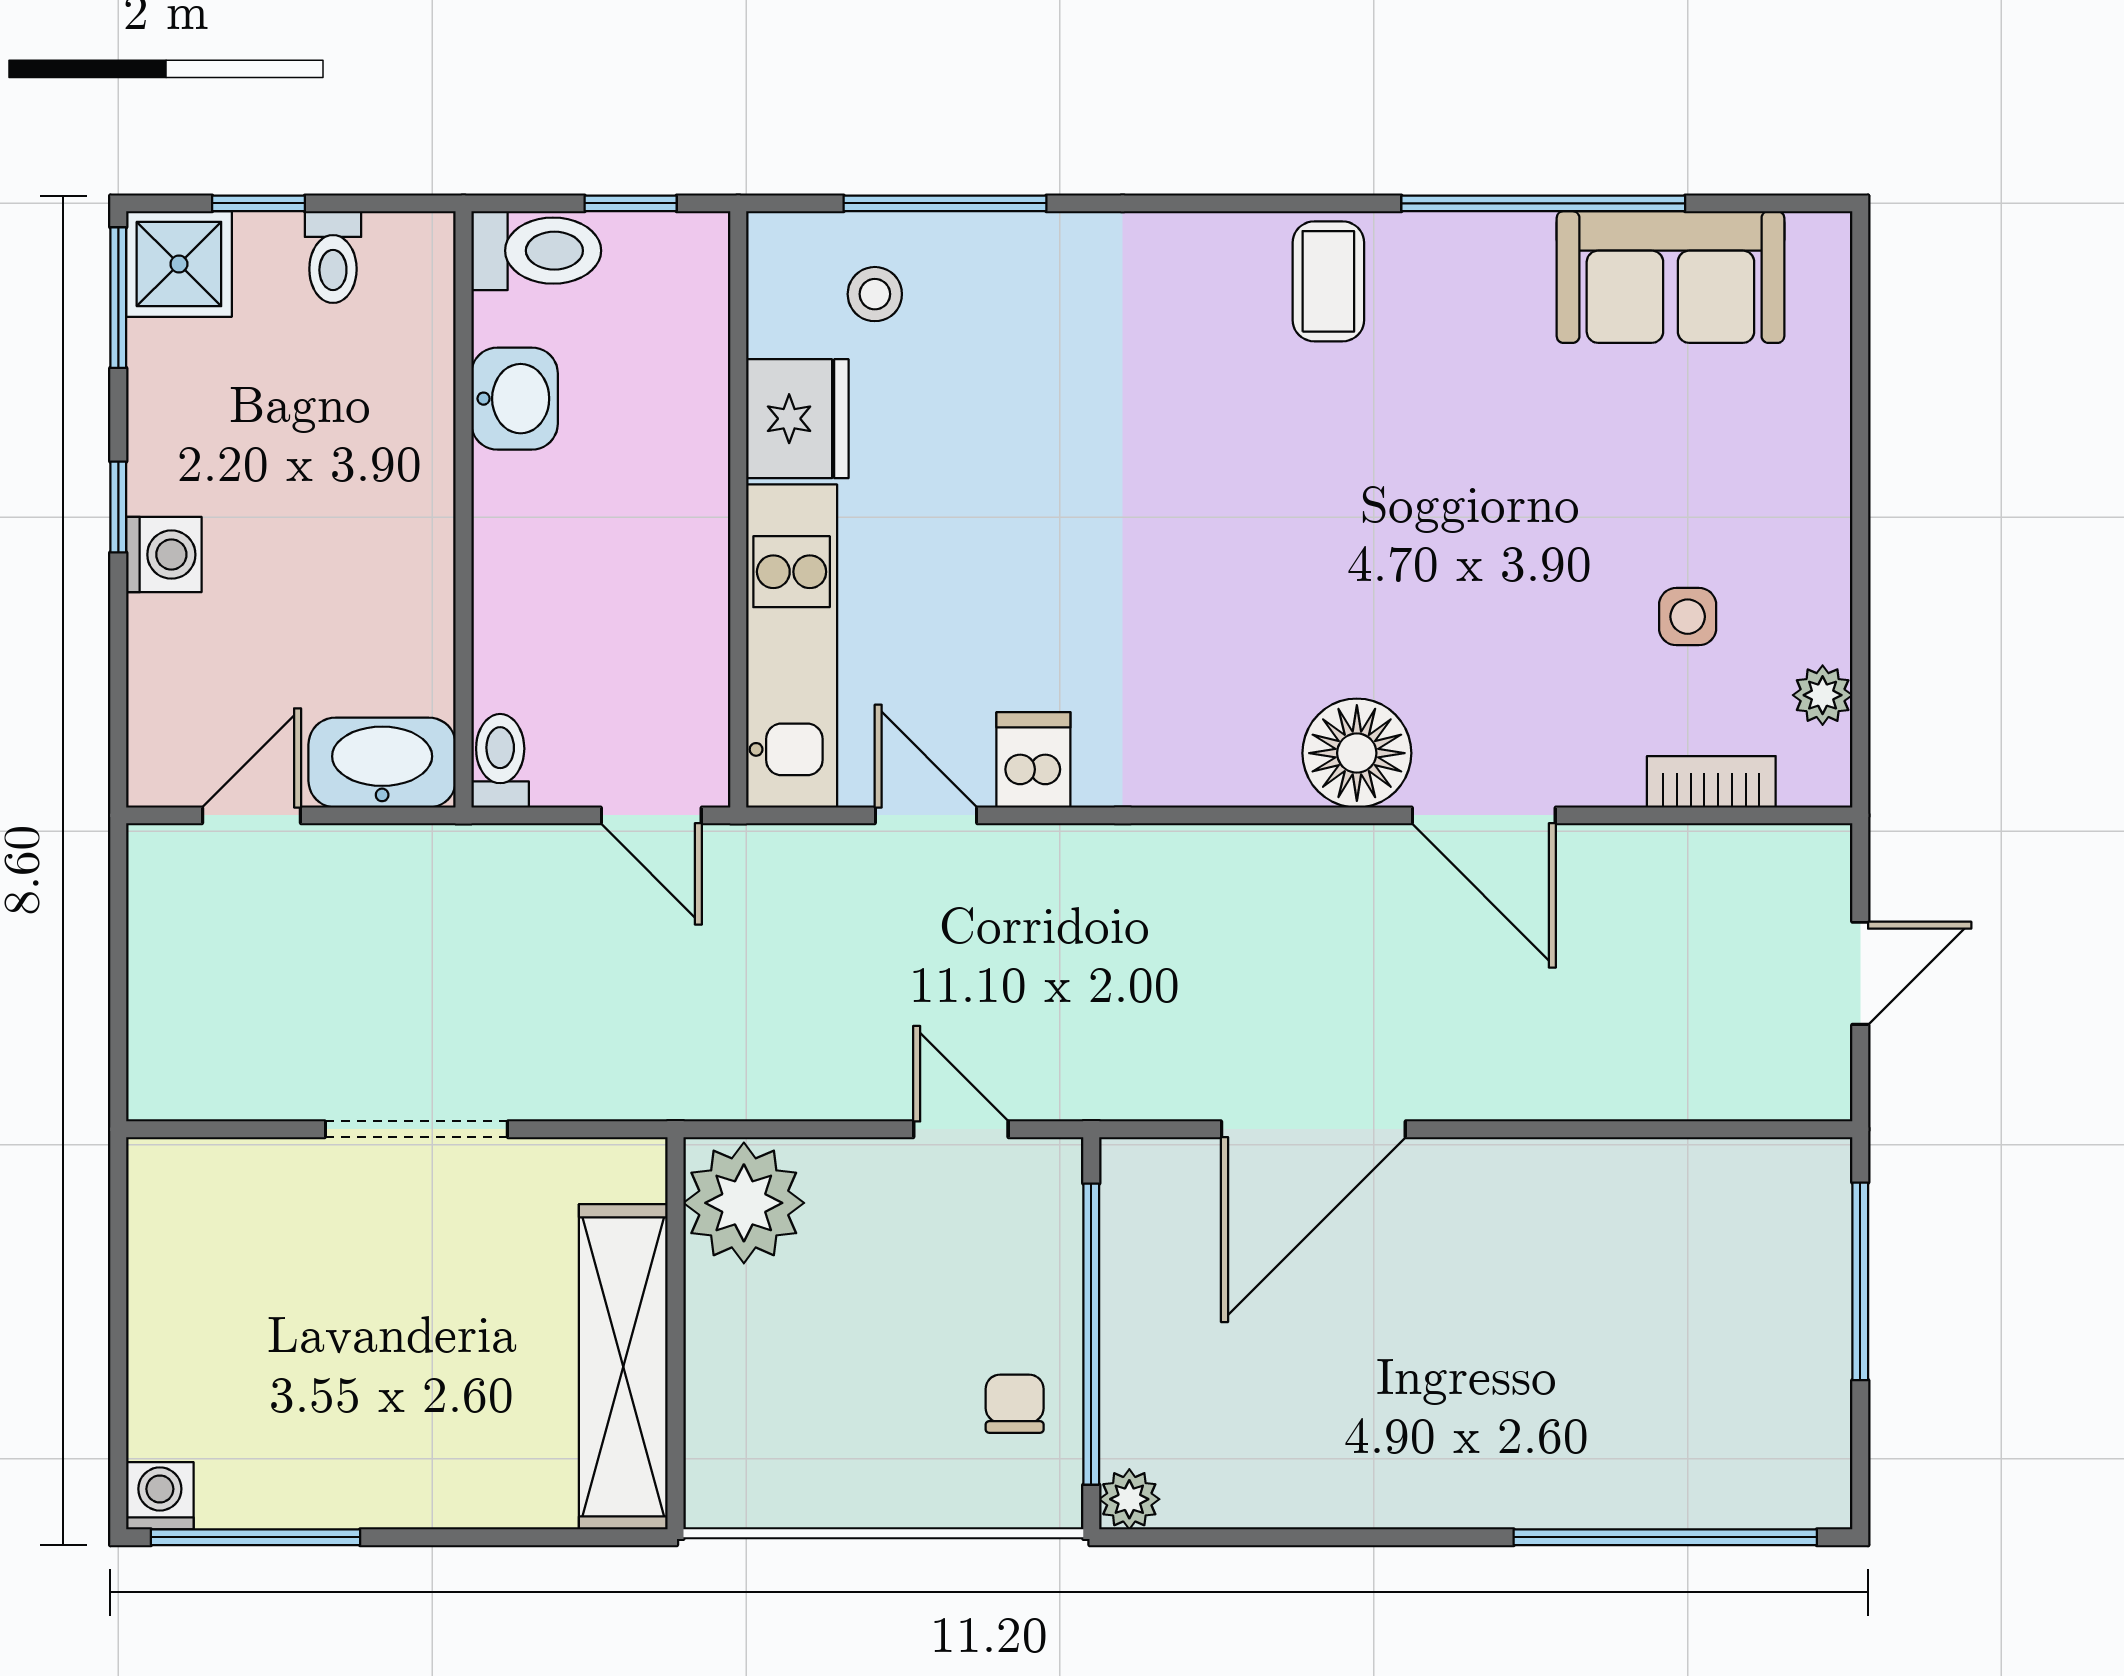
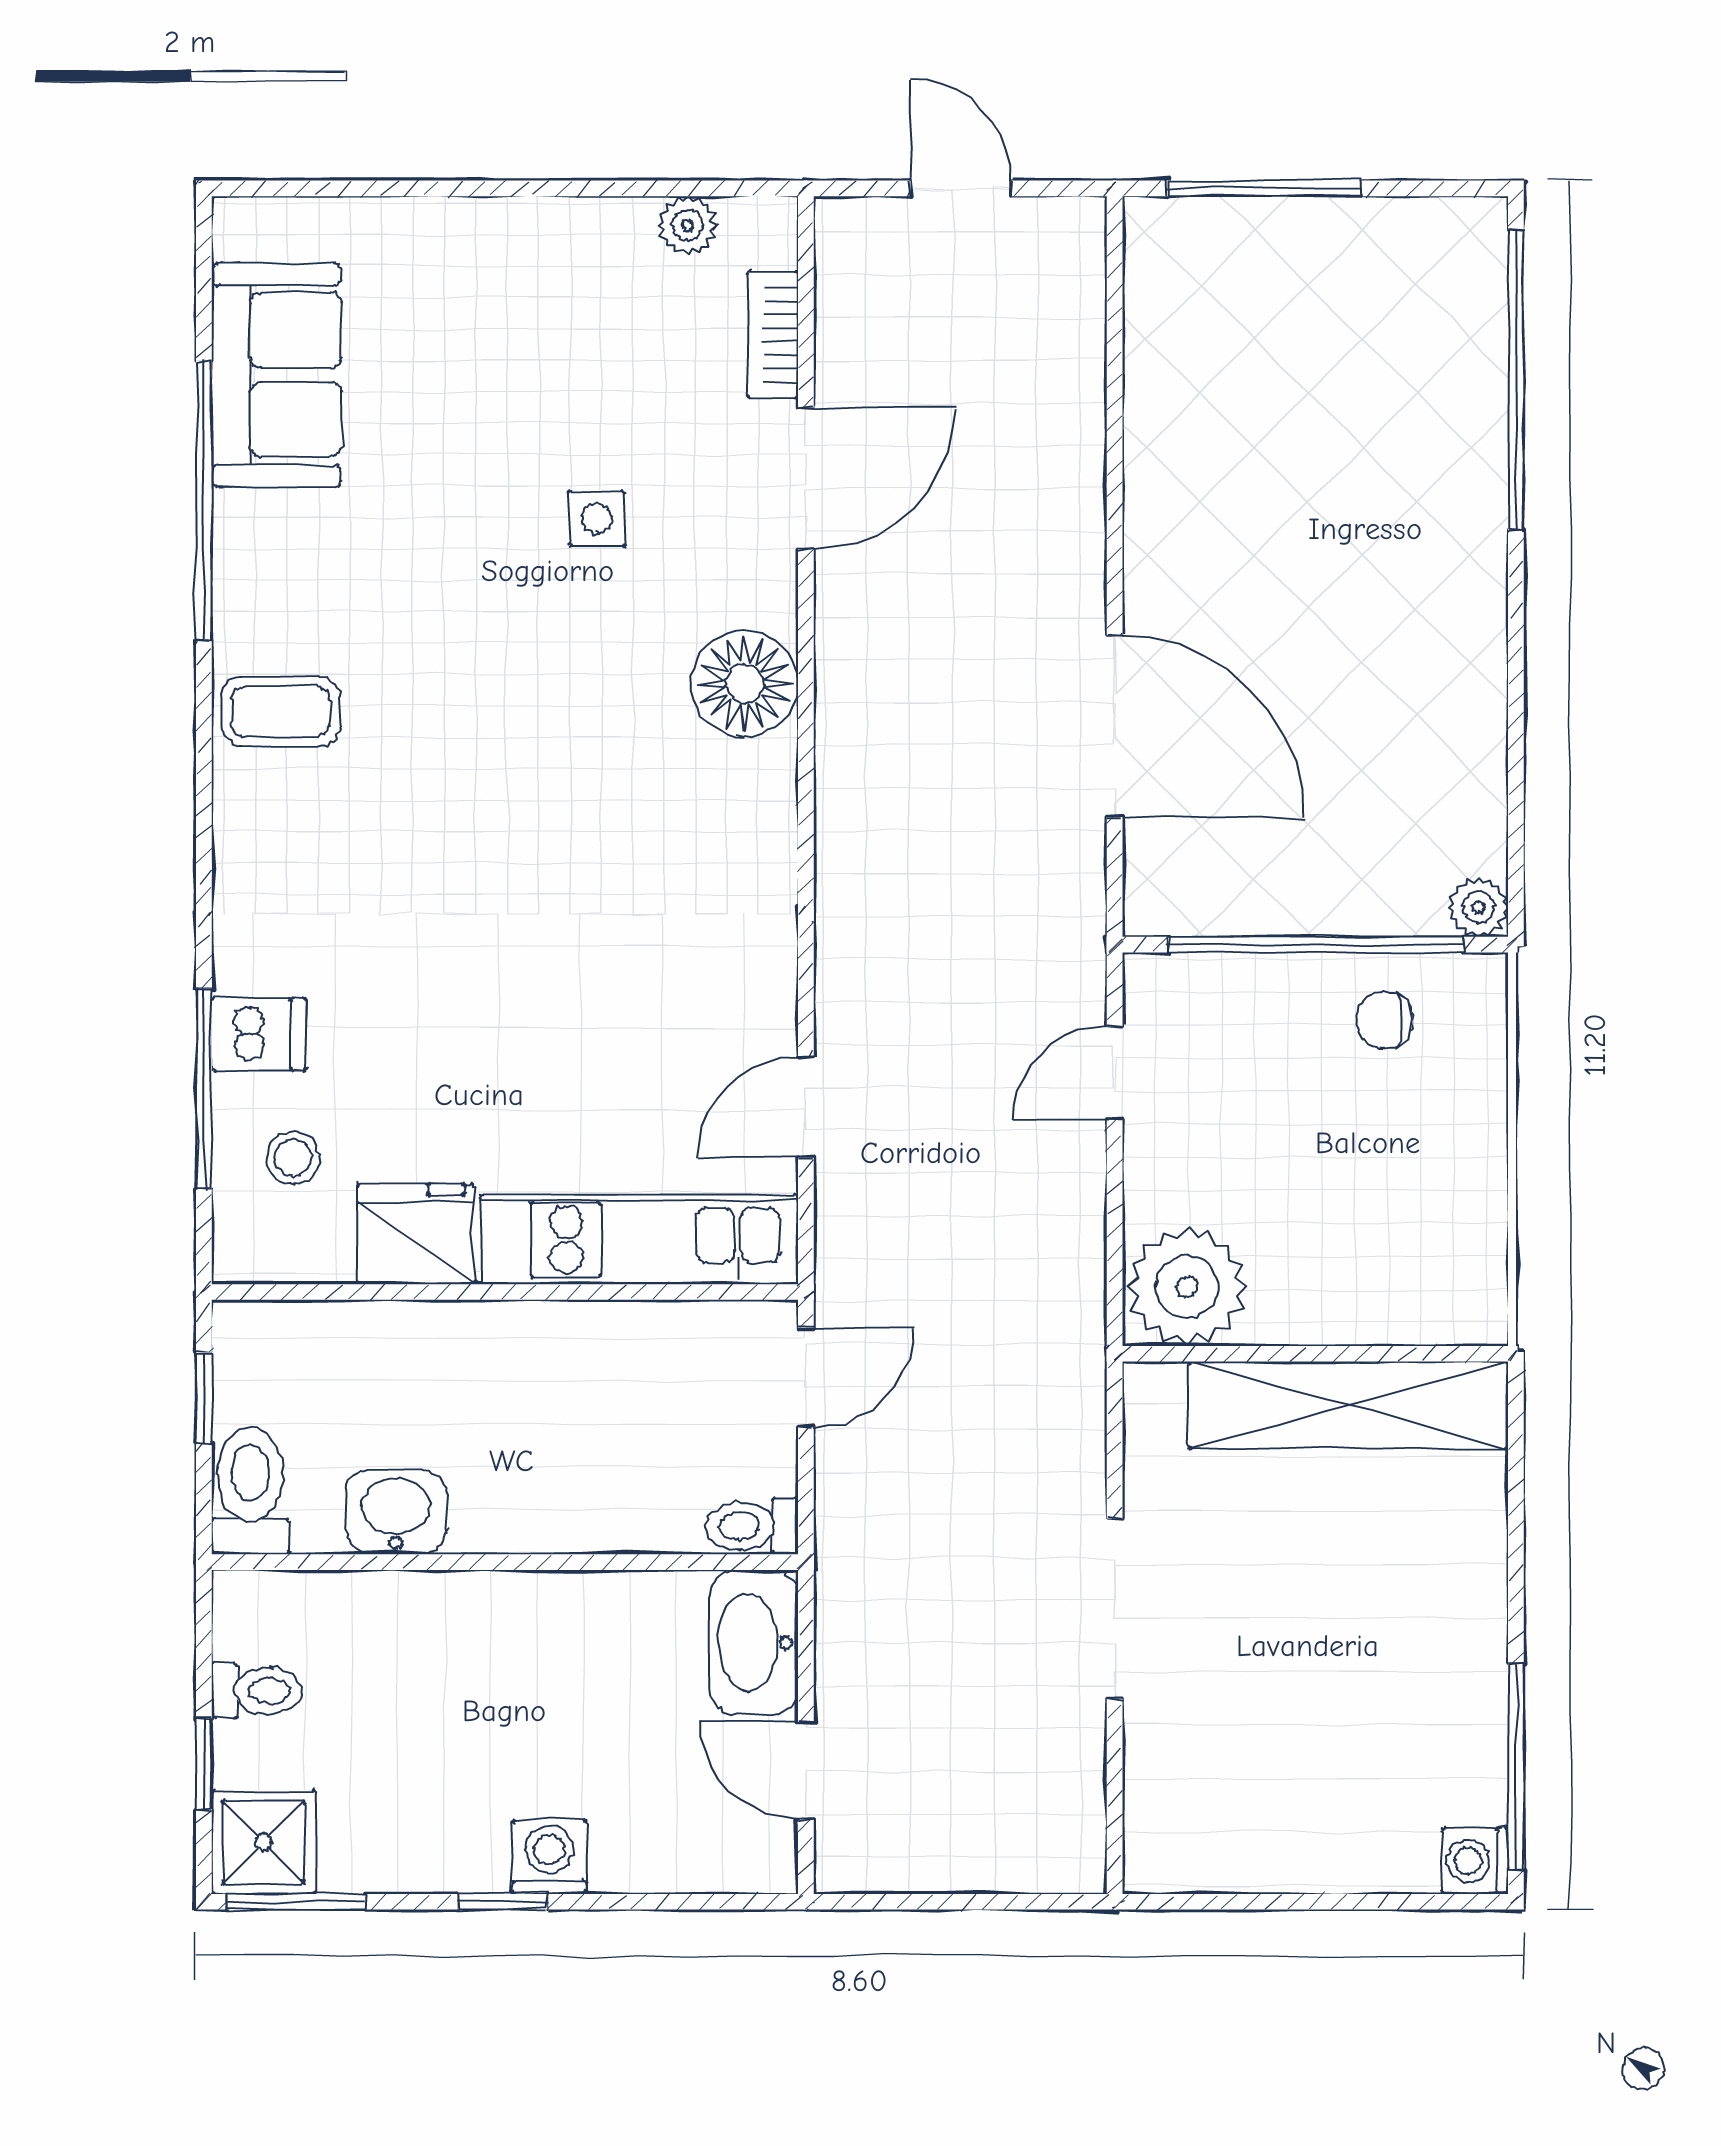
side table: (1688, 617) -> (597, 519), moved
dishwasher: (1033, 760) -> (258, 1034), moved, turned 180
door: (1484, 815) -> (806, 478), moved

